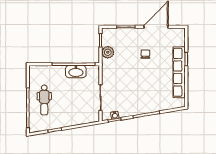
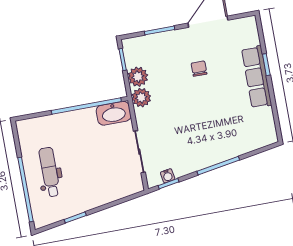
plant: (107, 65) -> (141, 98), added
washbasin: (76, 72) -> (114, 113), moved
row of seats: (179, 72) -> (257, 77), width x0.73
dental chair: (44, 100) -> (50, 172), turned 180

